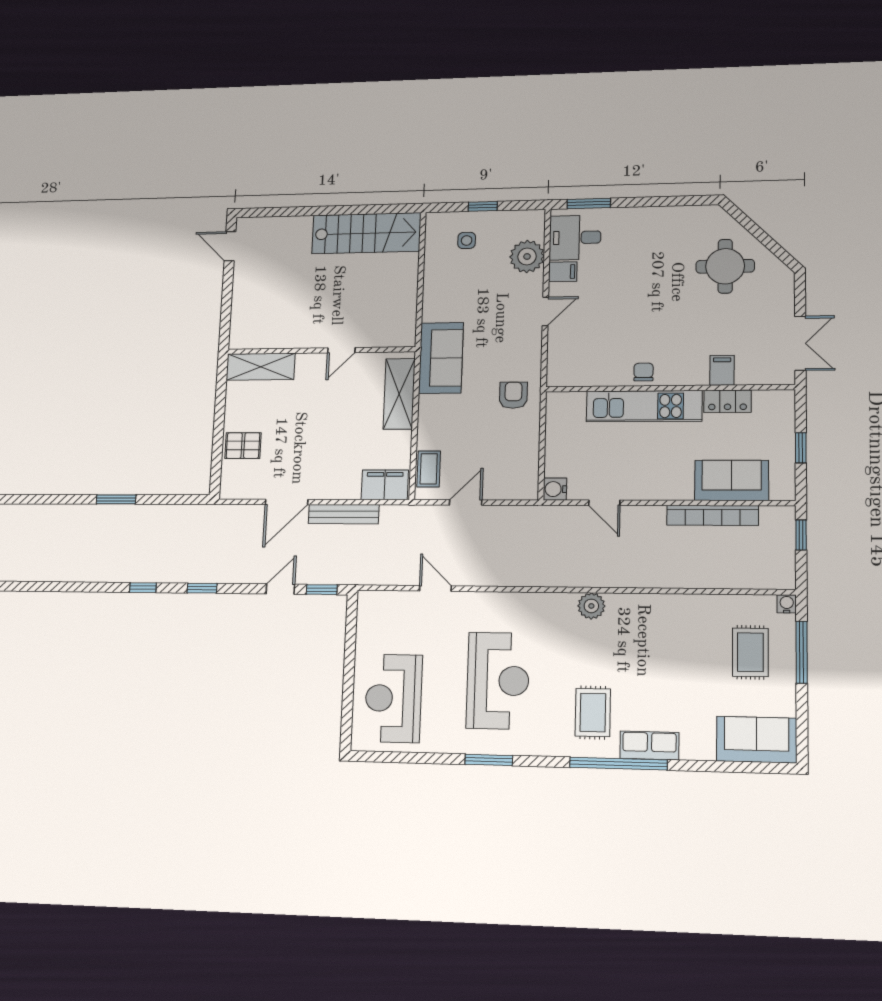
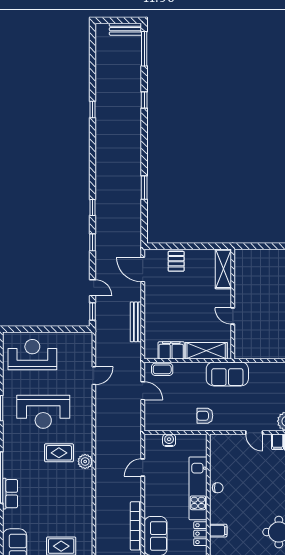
armchair: (513, 395) -> (205, 416), turned 180
filing cabinet: (385, 485) -> (171, 350), moved, turned -90
water cooler: (555, 489) -> (169, 440), moved
door: (287, 502) -> (143, 269), moved
rug: (593, 713) -> (59, 453), moved

